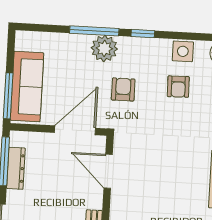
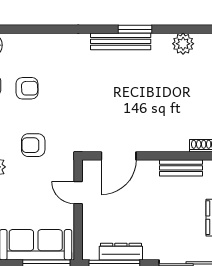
door: (75, 130) -> (78, 193), width x0.53

